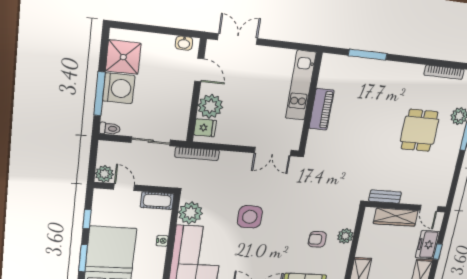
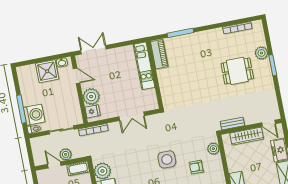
shower: (123, 57) -> (47, 71), moved
washing machine: (119, 88) -> (34, 115), moved
piano: (322, 109) -> (159, 54), moved
dining table: (420, 130) -> (237, 71), turned 90
double door: (273, 151) -> (132, 116), moved
plant: (104, 174) -> (66, 154), moved
side table: (250, 217) -> (167, 159), moved
plant: (345, 236) -> (213, 149), moved

